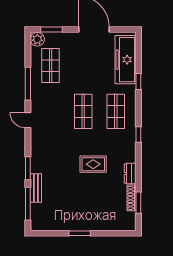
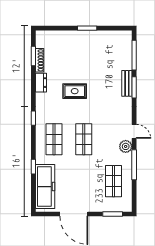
plant: (37, 39) -> (126, 146), moved
bench: (36, 188) -> (127, 83), moved

